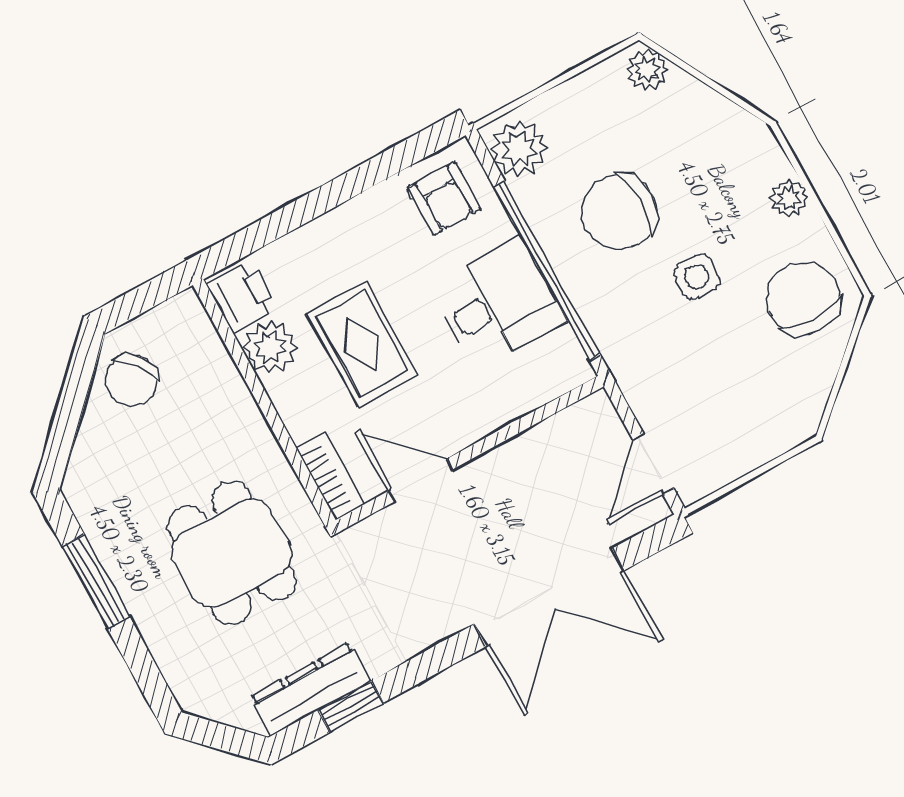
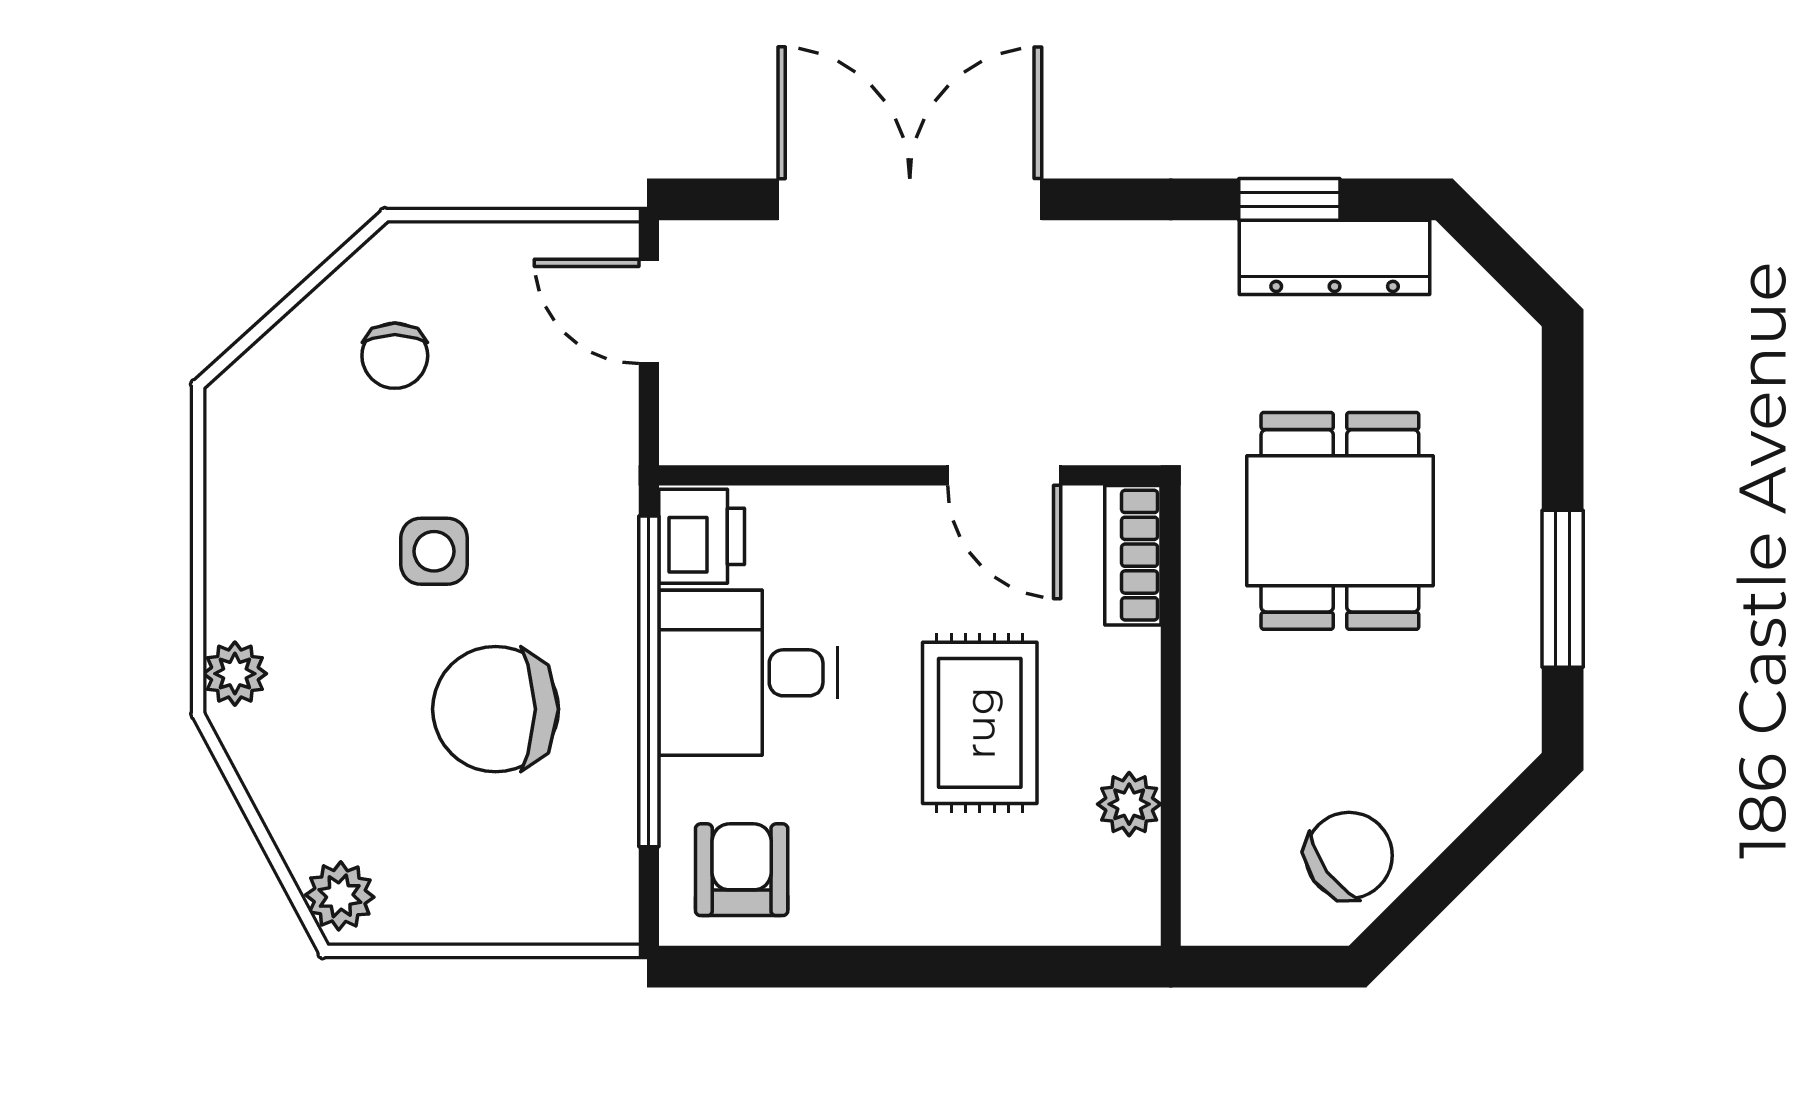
plant: (519, 149) -> (592, 883), removed
plant: (789, 198) -> (235, 674), moved
chair: (619, 212) -> (496, 709), turned 180
printer: (242, 296) -> (702, 536), moved, turned 180
chair: (803, 299) -> (395, 356), moved, width x0.54, depth x0.54
plant: (270, 347) -> (1129, 804), width x0.73, depth x0.73
door: (653, 464) -> (649, 311), swing flipped

